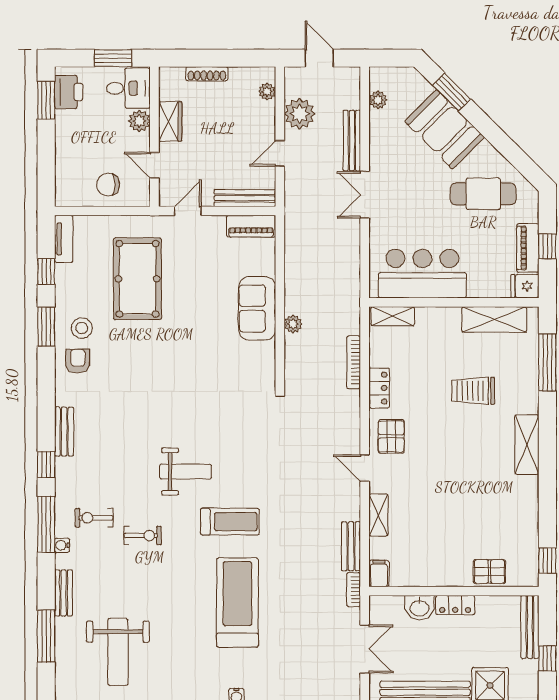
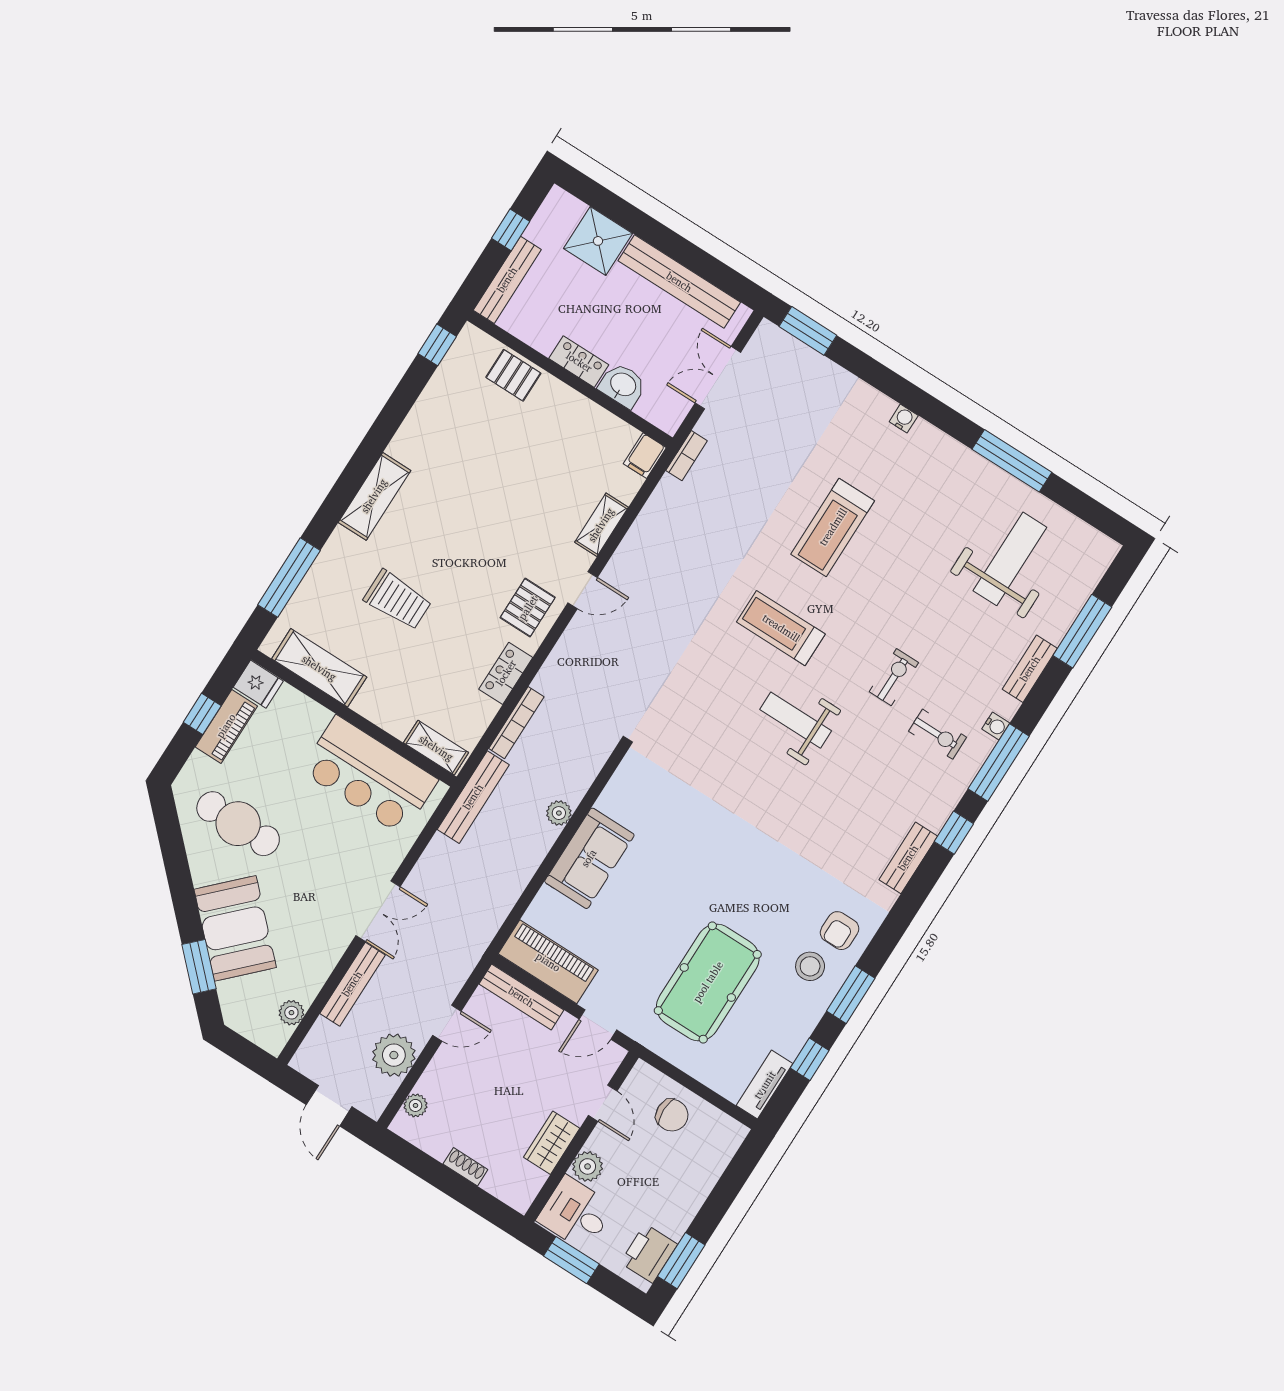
shoe rack: (207, 74) -> (465, 1167), width x0.70
piano: (251, 226) -> (548, 962), width x1.37, depth x1.33
door: (365, 468) -> (583, 590), hinge flipped
exercise bike: (143, 536) -> (894, 677), turned 90
bench: (351, 546) -> (473, 797), moved, width x1.36
treadmill: (237, 602) -> (833, 527), width x0.73, depth x0.73

